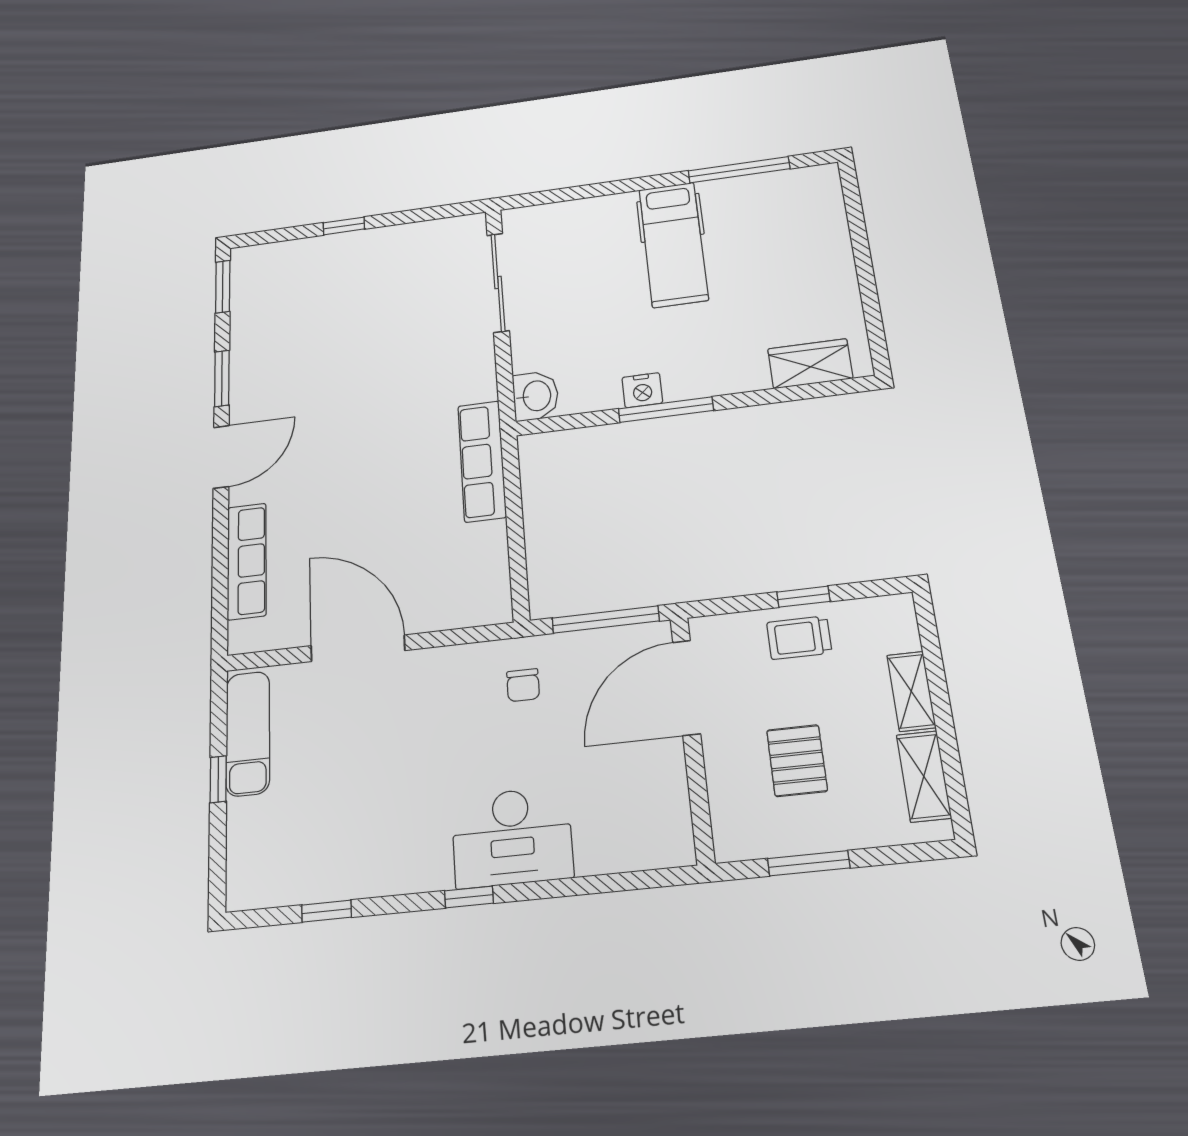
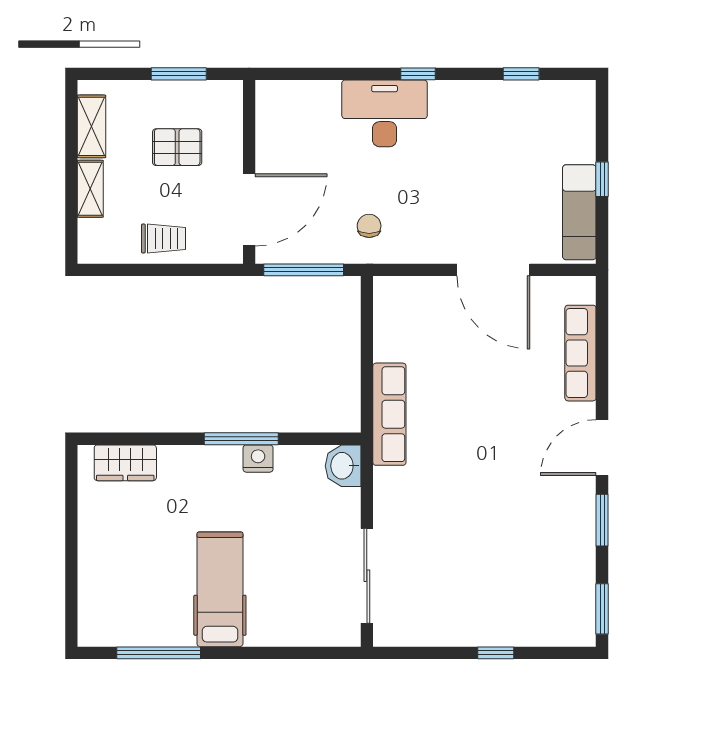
window: (803, 597) -> (156, 270), removed
pallet: (797, 761) -> (177, 147), turned 90

